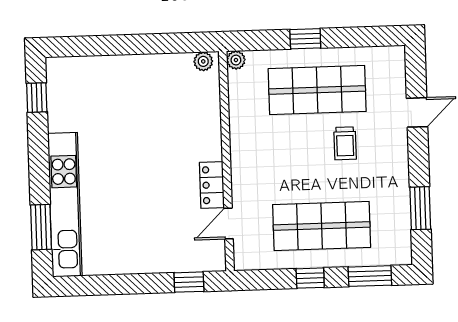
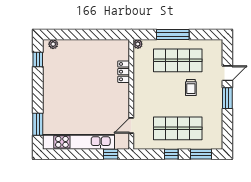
window: (305, 39) -> (173, 35), width x2.17
plant: (203, 61) -> (53, 44), moved
locker: (212, 185) -> (124, 72), moved
kitchen unit: (65, 205) -> (78, 142), moved, turned -90
window: (420, 208) -> (227, 98), moved

